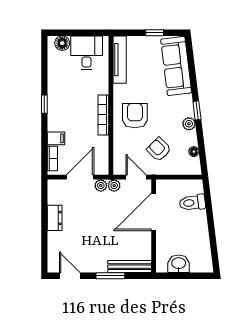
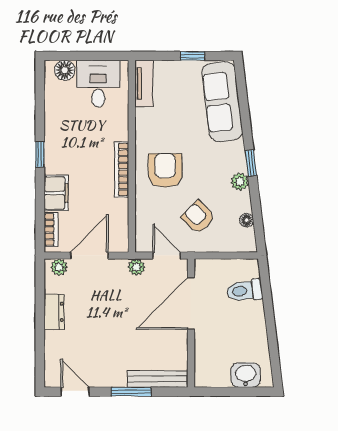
tv unit: (120, 60) -> (144, 83), width x0.71
filing cabinet: (56, 138) -> (56, 193), width x2.00
plant: (101, 186) -> (59, 267), moved
washbasin: (179, 264) -> (246, 375), moved

